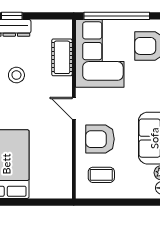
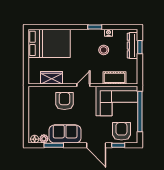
wardrobe: (62, 160) -> (51, 78), added
coffee table: (101, 175) -> (43, 102), removed

